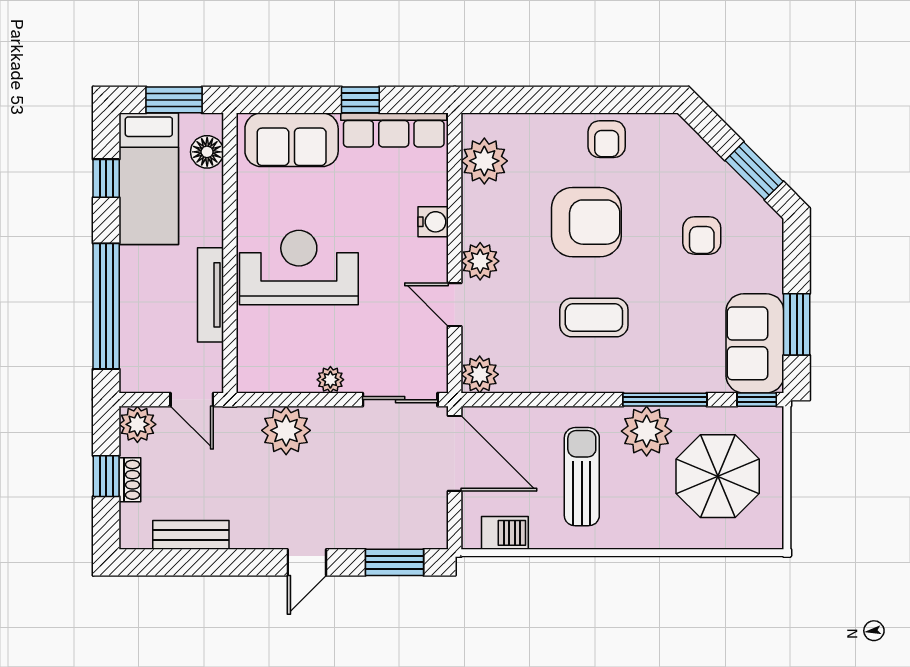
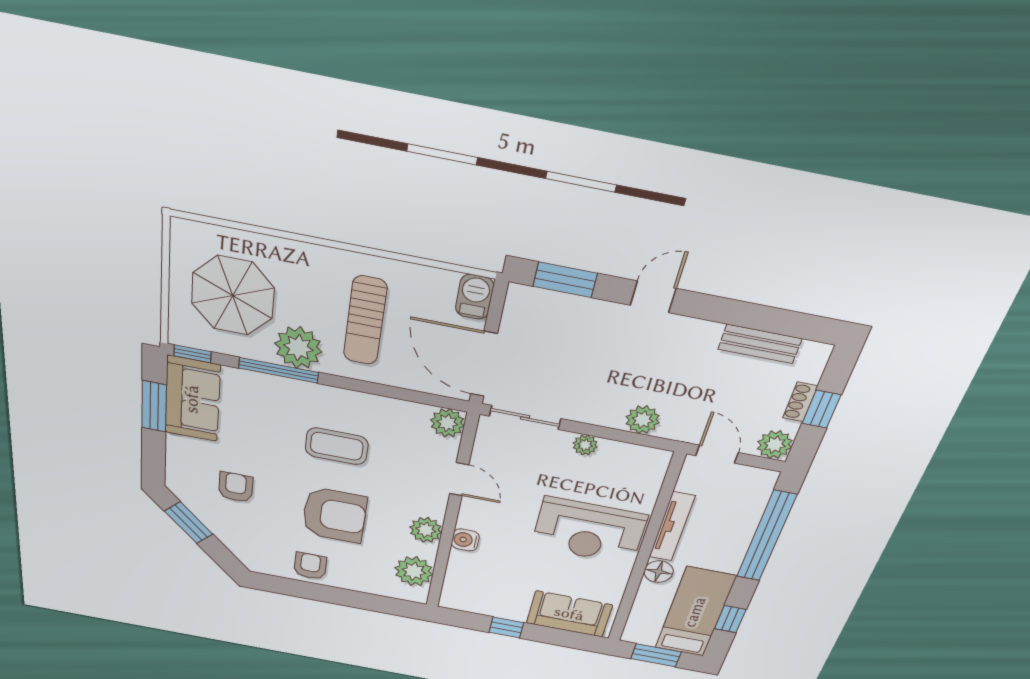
row of seats: (394, 130) -> (484, 604), removed
floor lamp: (207, 152) -> (659, 572), moved
armchair: (586, 222) -> (334, 515), turned 180
plant: (480, 261) -> (426, 530), moved
plant: (286, 430) -> (643, 420), width x0.73, depth x0.73
barbecue: (505, 533) -> (475, 297), moved, turned 90

